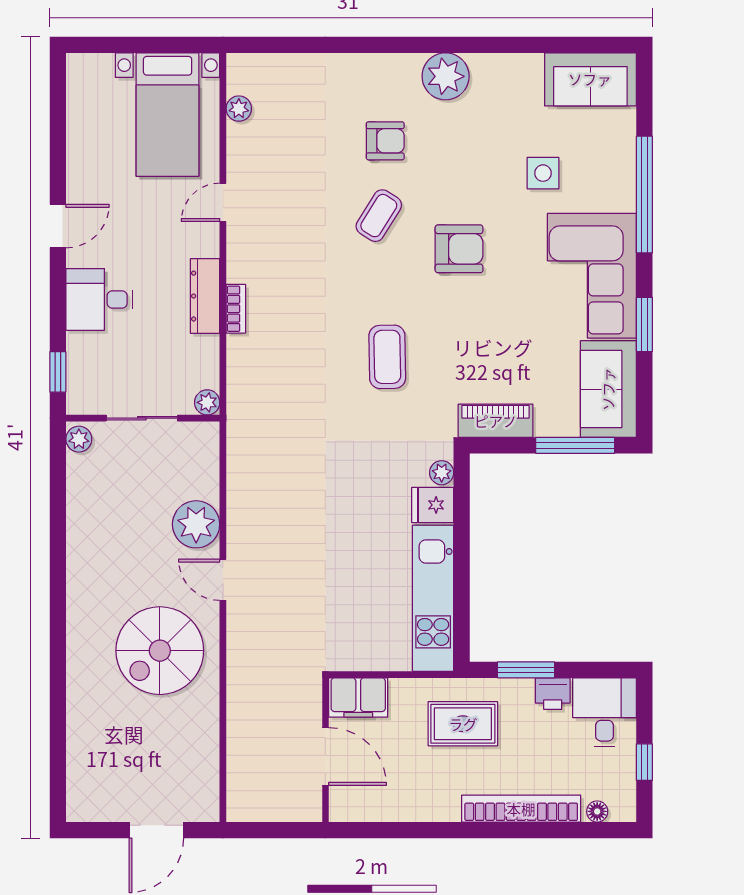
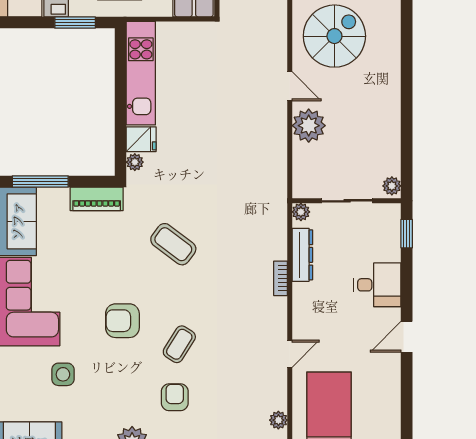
armchair: (385, 141) -> (175, 397), turned 90
dresser: (205, 296) -> (302, 255), moved
coffee table: (387, 357) -> (173, 244), turned -52

